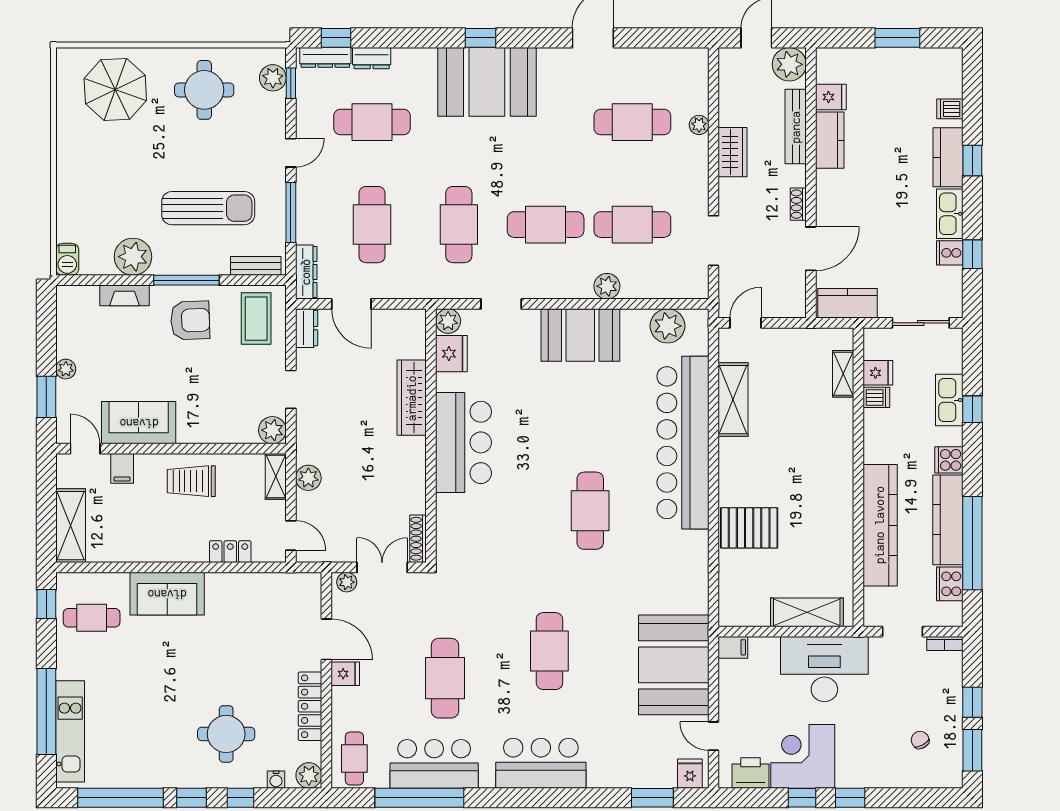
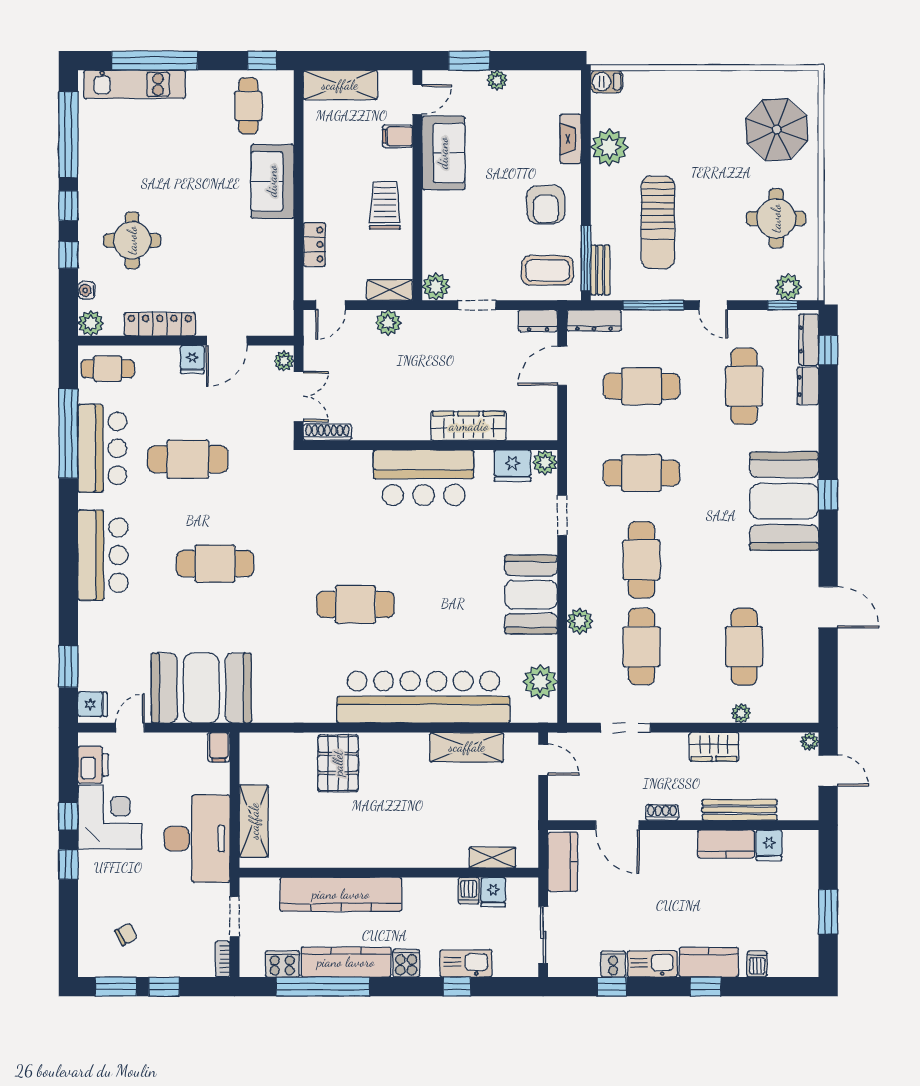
plant: (789, 64) -> (810, 741), moved, width x0.53, depth x0.53
window: (186, 280) -> (586, 258), moved

